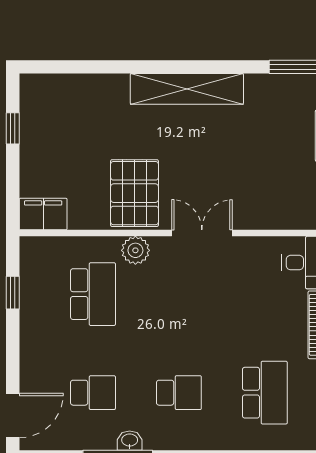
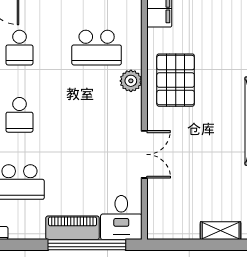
pallet: (135, 193) -> (176, 80), turned 90
double door: (202, 233) -> (144, 154), moved

